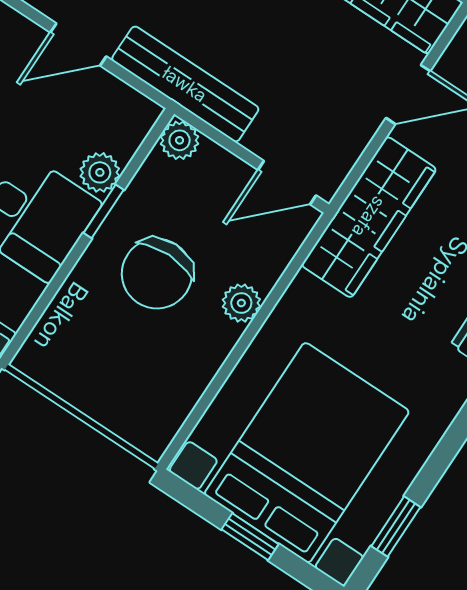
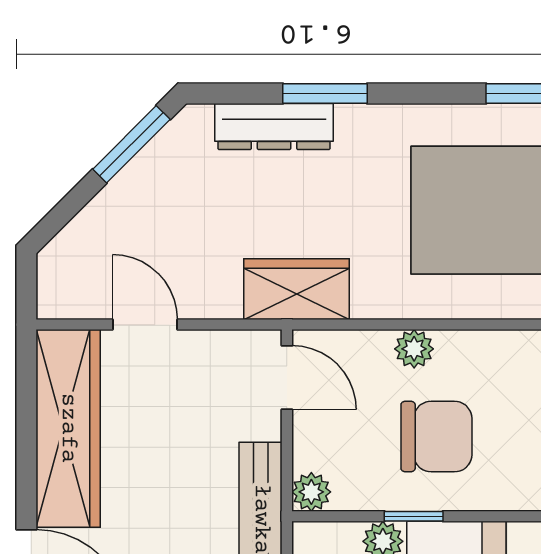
wardrobe: (369, 217) -> (297, 289), width x0.67

